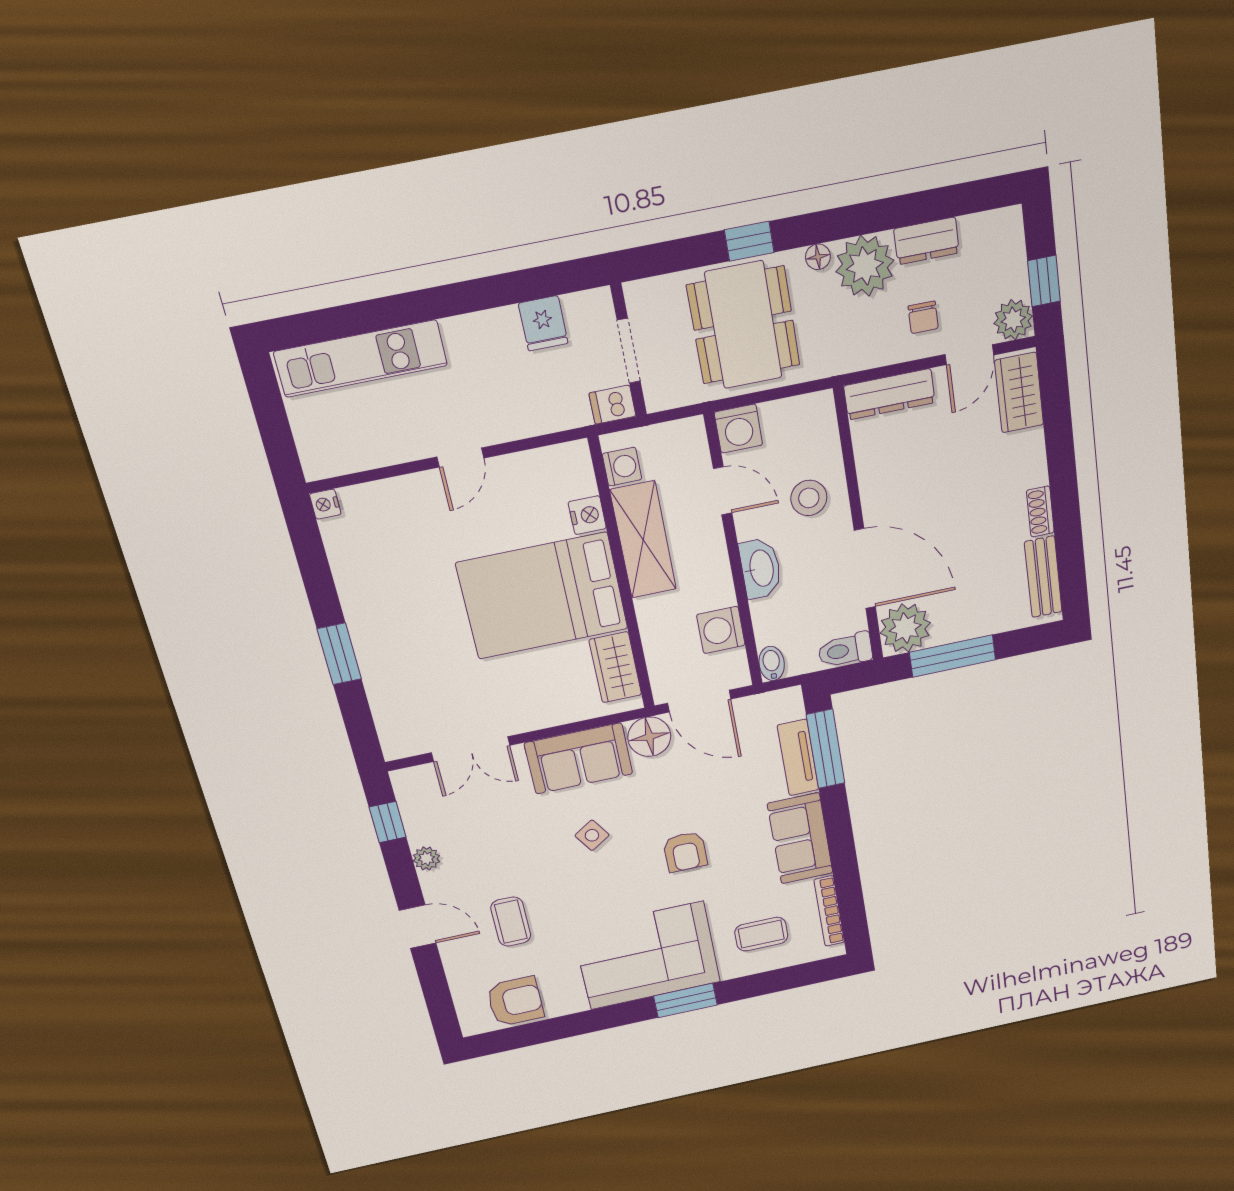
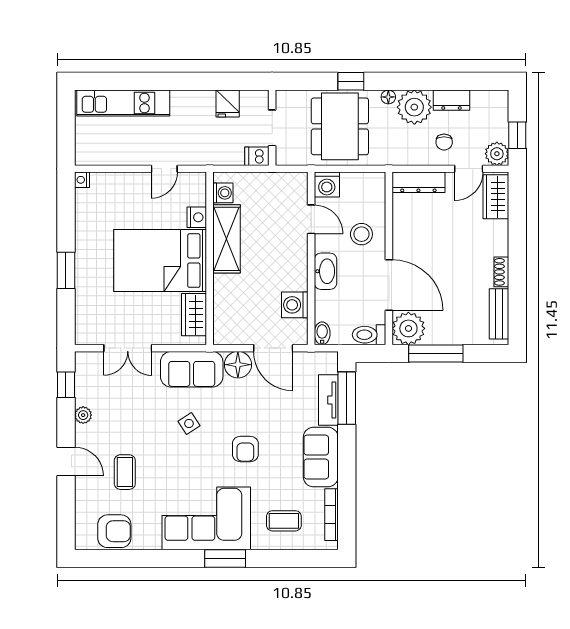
washing machine: (622, 467) -> (223, 193), moved
nightstand: (587, 515) -> (197, 217), moved
shelving: (643, 540) -> (226, 239), moved
wall: (622, 576) -> (210, 258), moved
bed: (542, 596) -> (160, 261), moved
wardrobe: (615, 667) -> (194, 315), moved

